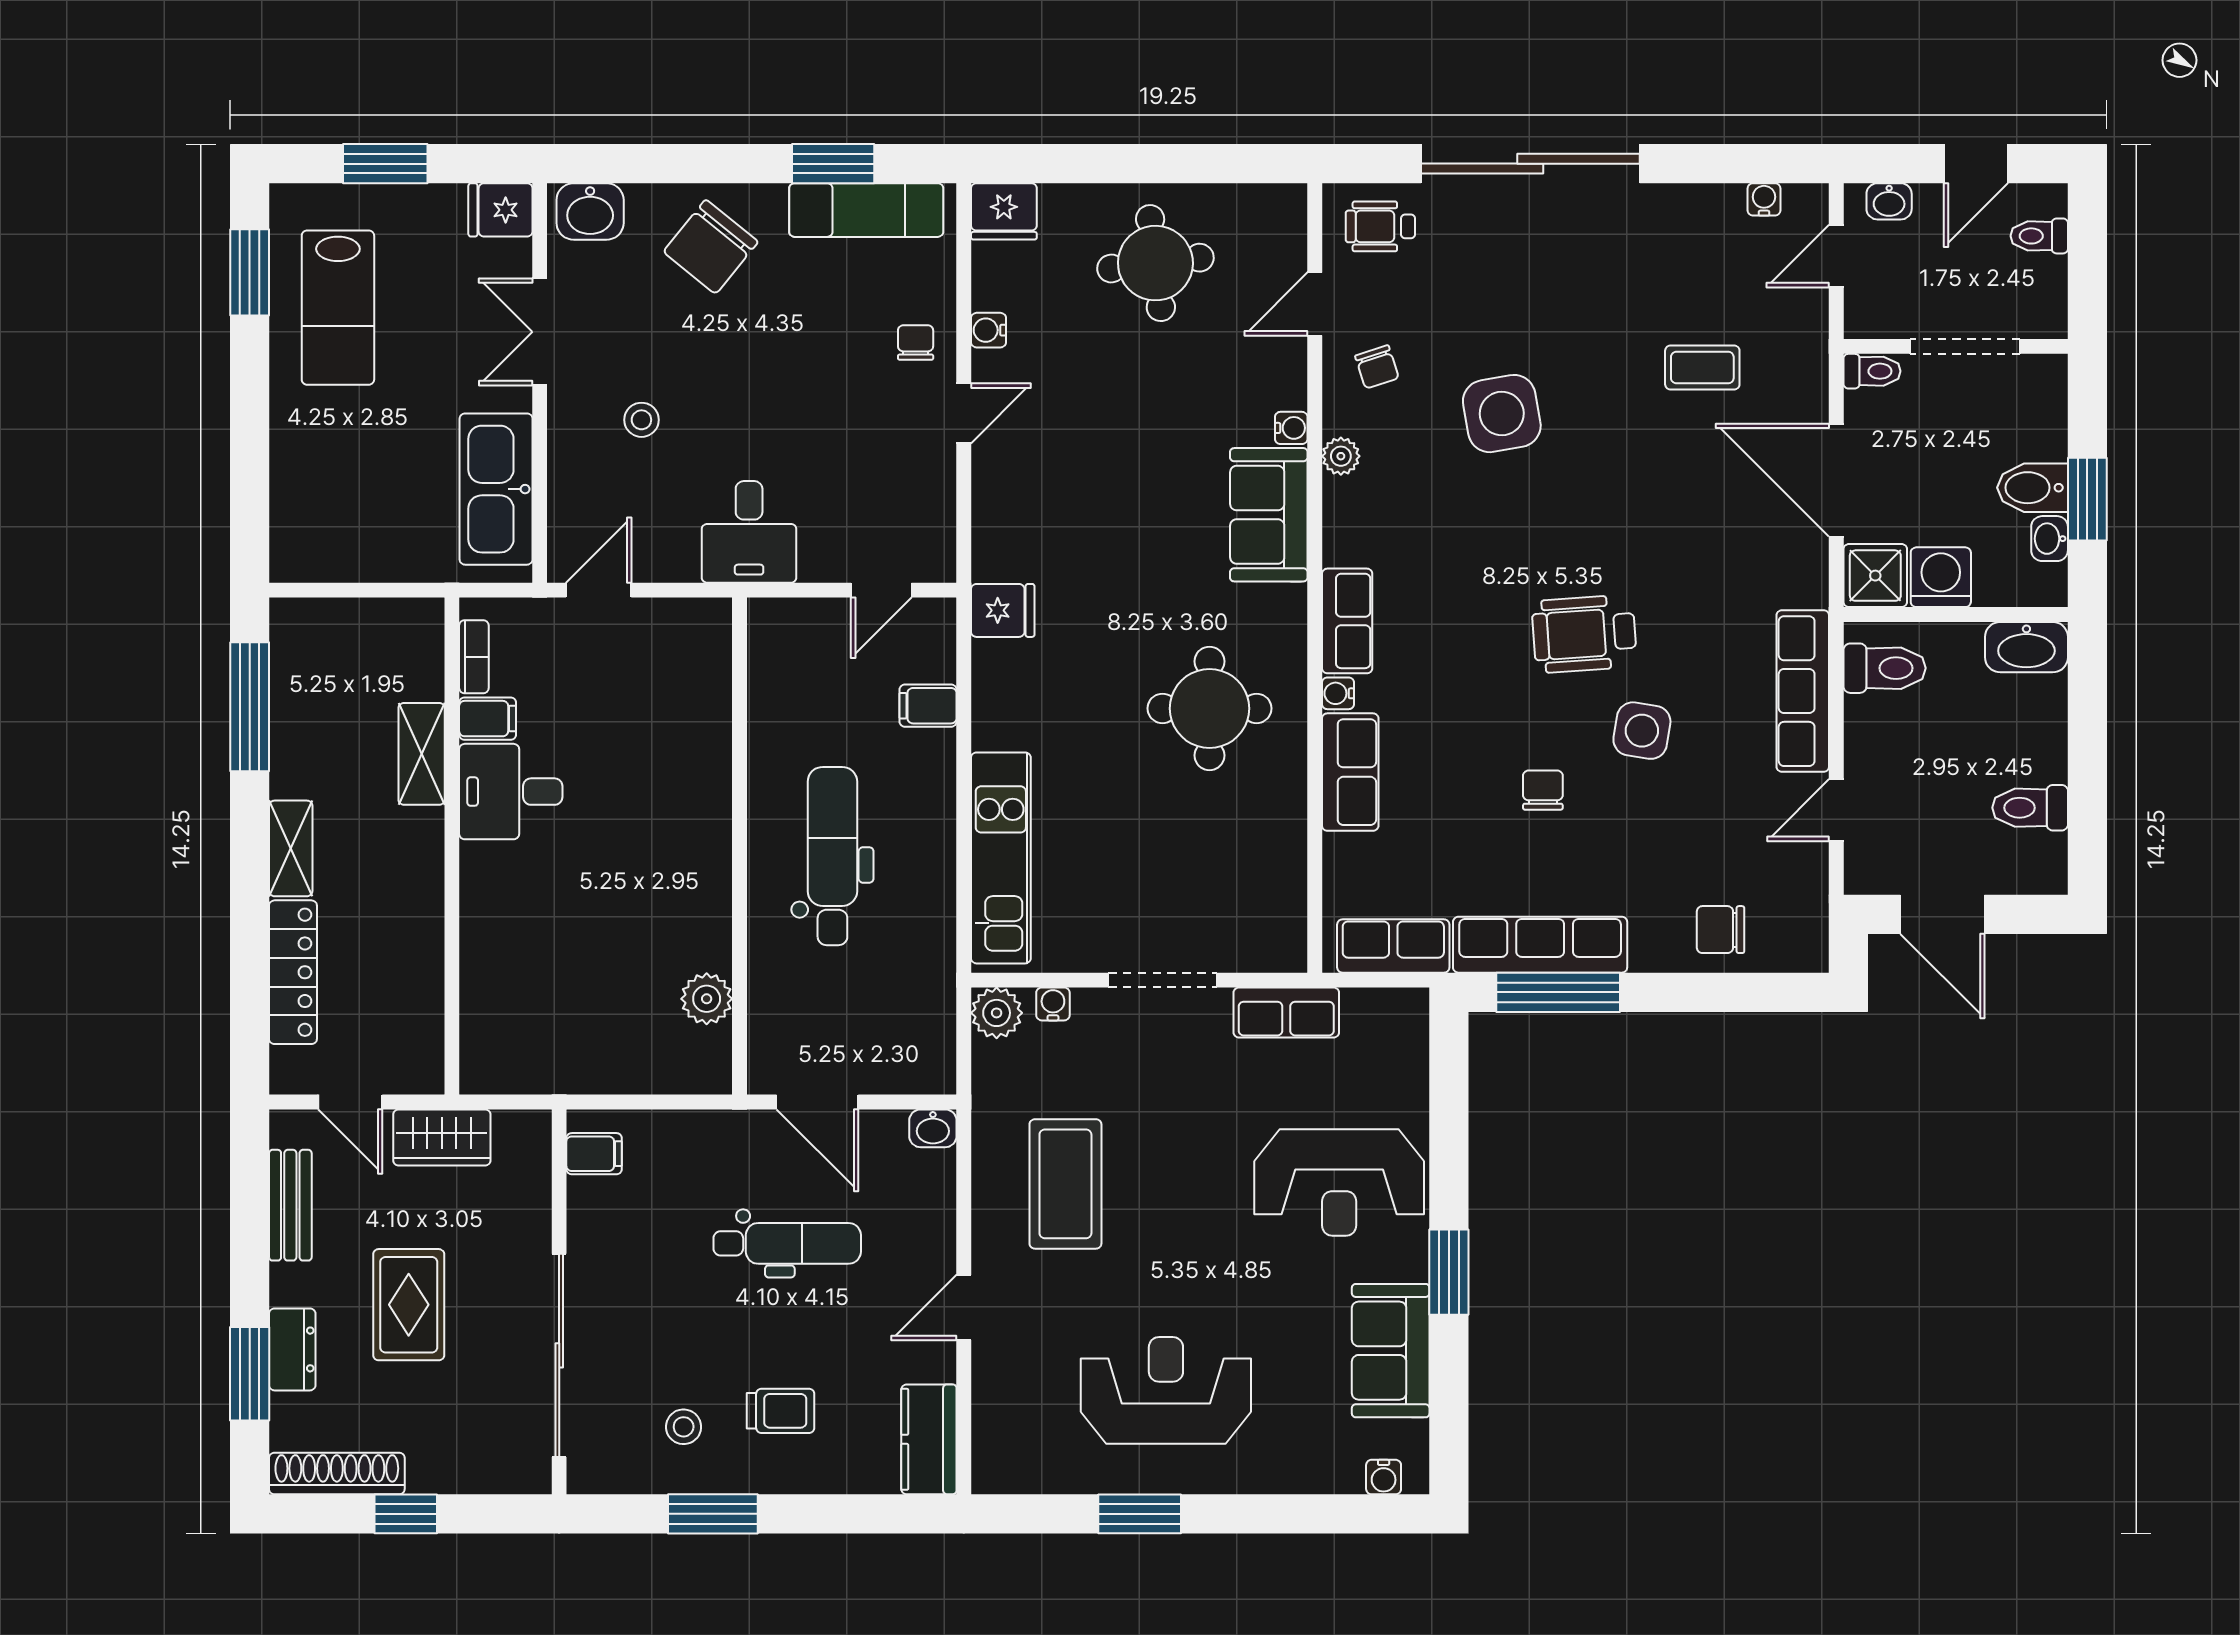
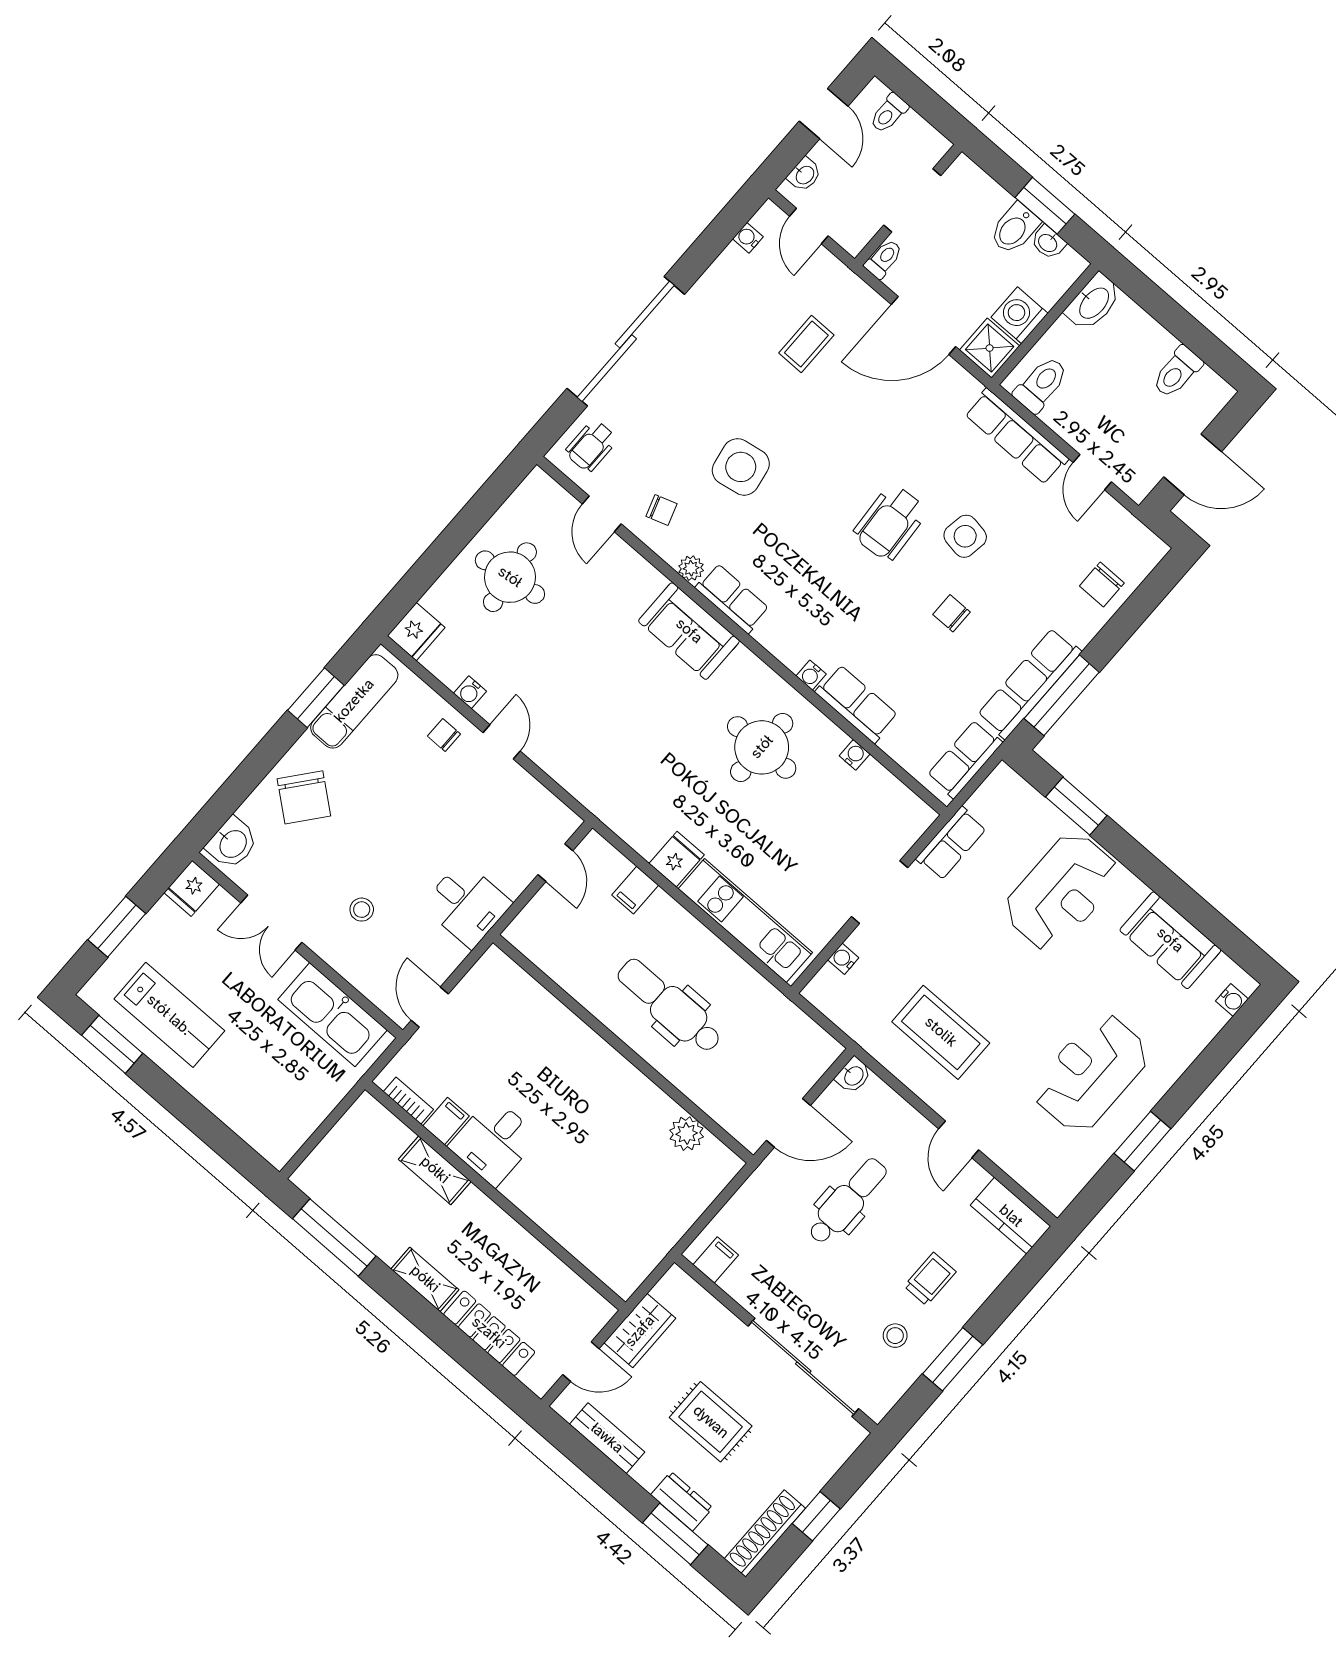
water cooler: (1291, 428) -> (855, 755), moved
fridge: (1003, 610) -> (677, 859), moved
row of seats: (1347, 621) -> (732, 598), moved
plant: (997, 1013) -> (823, 992), removed
window: (1449, 1272) -> (1076, 806), moved

